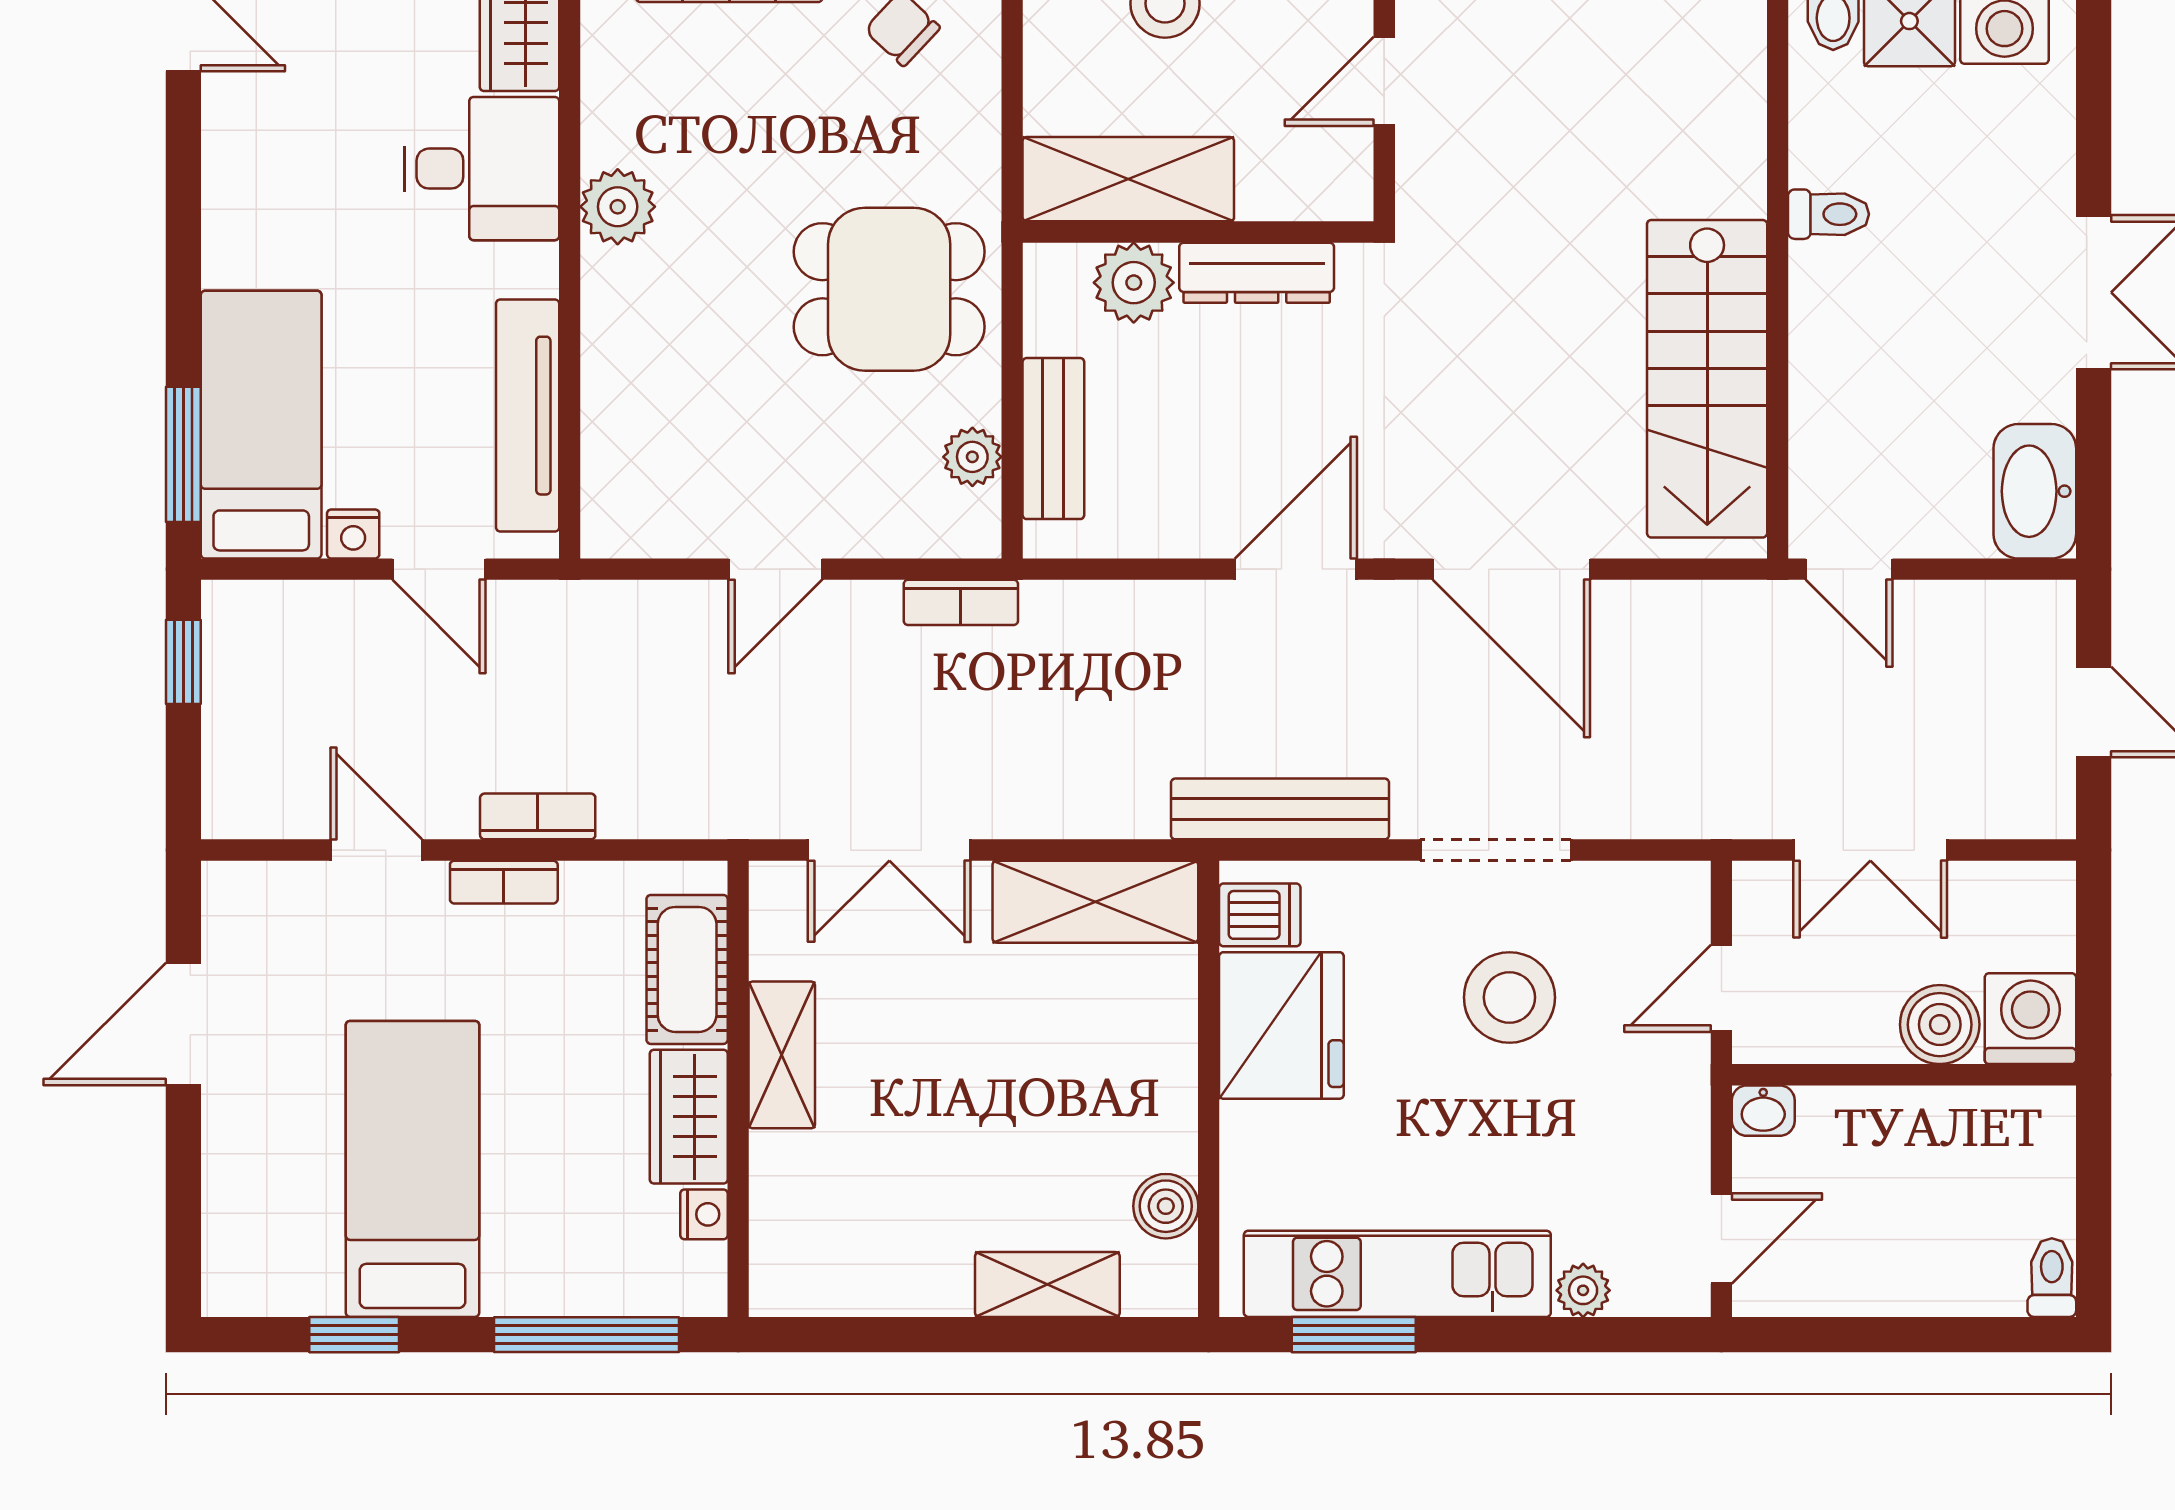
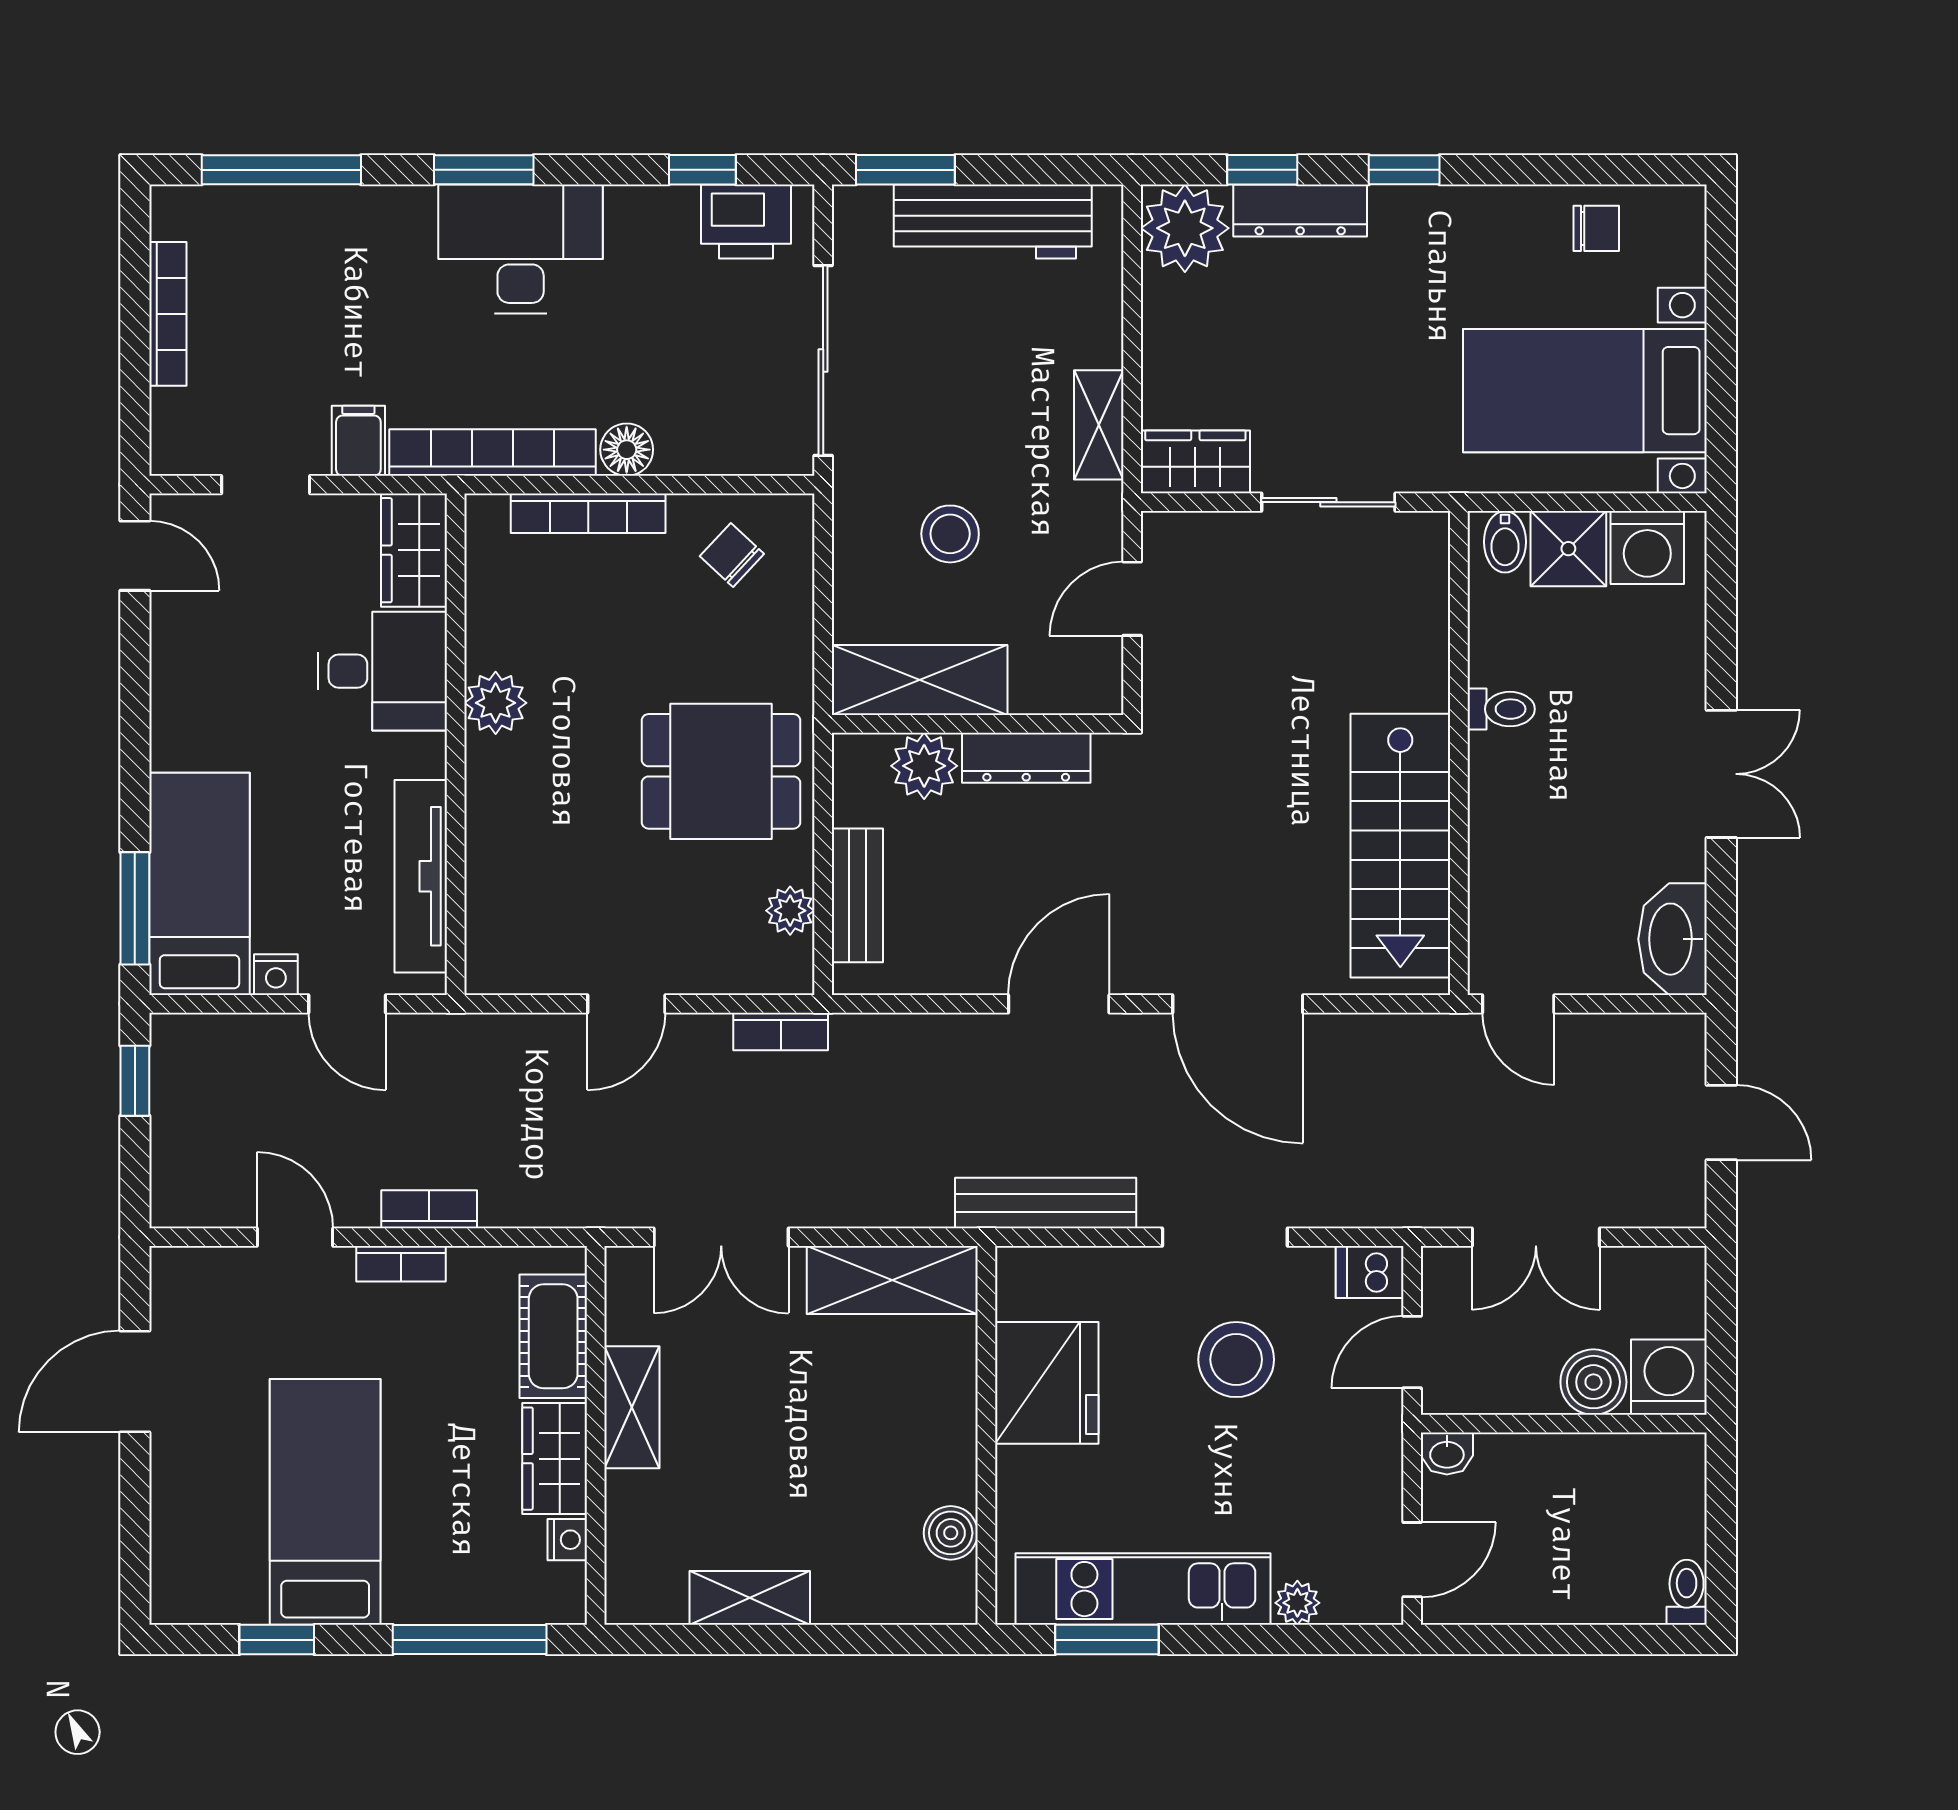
dishwasher: (1260, 915) -> (1370, 1272), moved, turned 180
shelving: (1047, 1284) -> (750, 1598), moved

